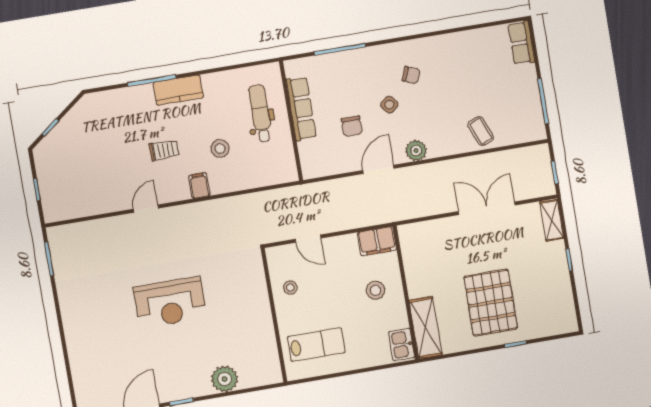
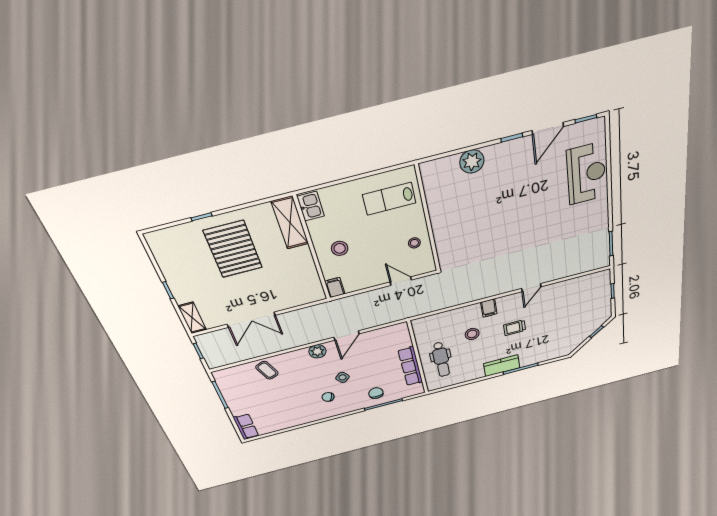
chair: (352, 126) -> (376, 393), moved
filing cabinet: (377, 241) -> (335, 288), width x0.50
reception desk: (170, 302) -> (586, 174), moved, turned 90

